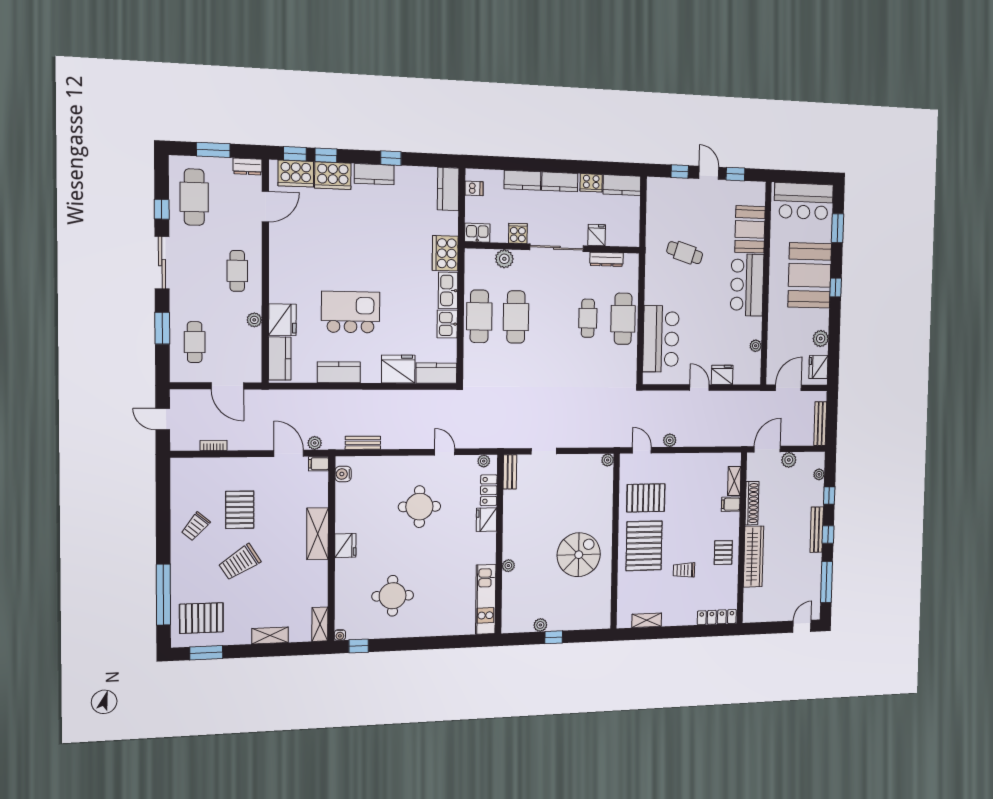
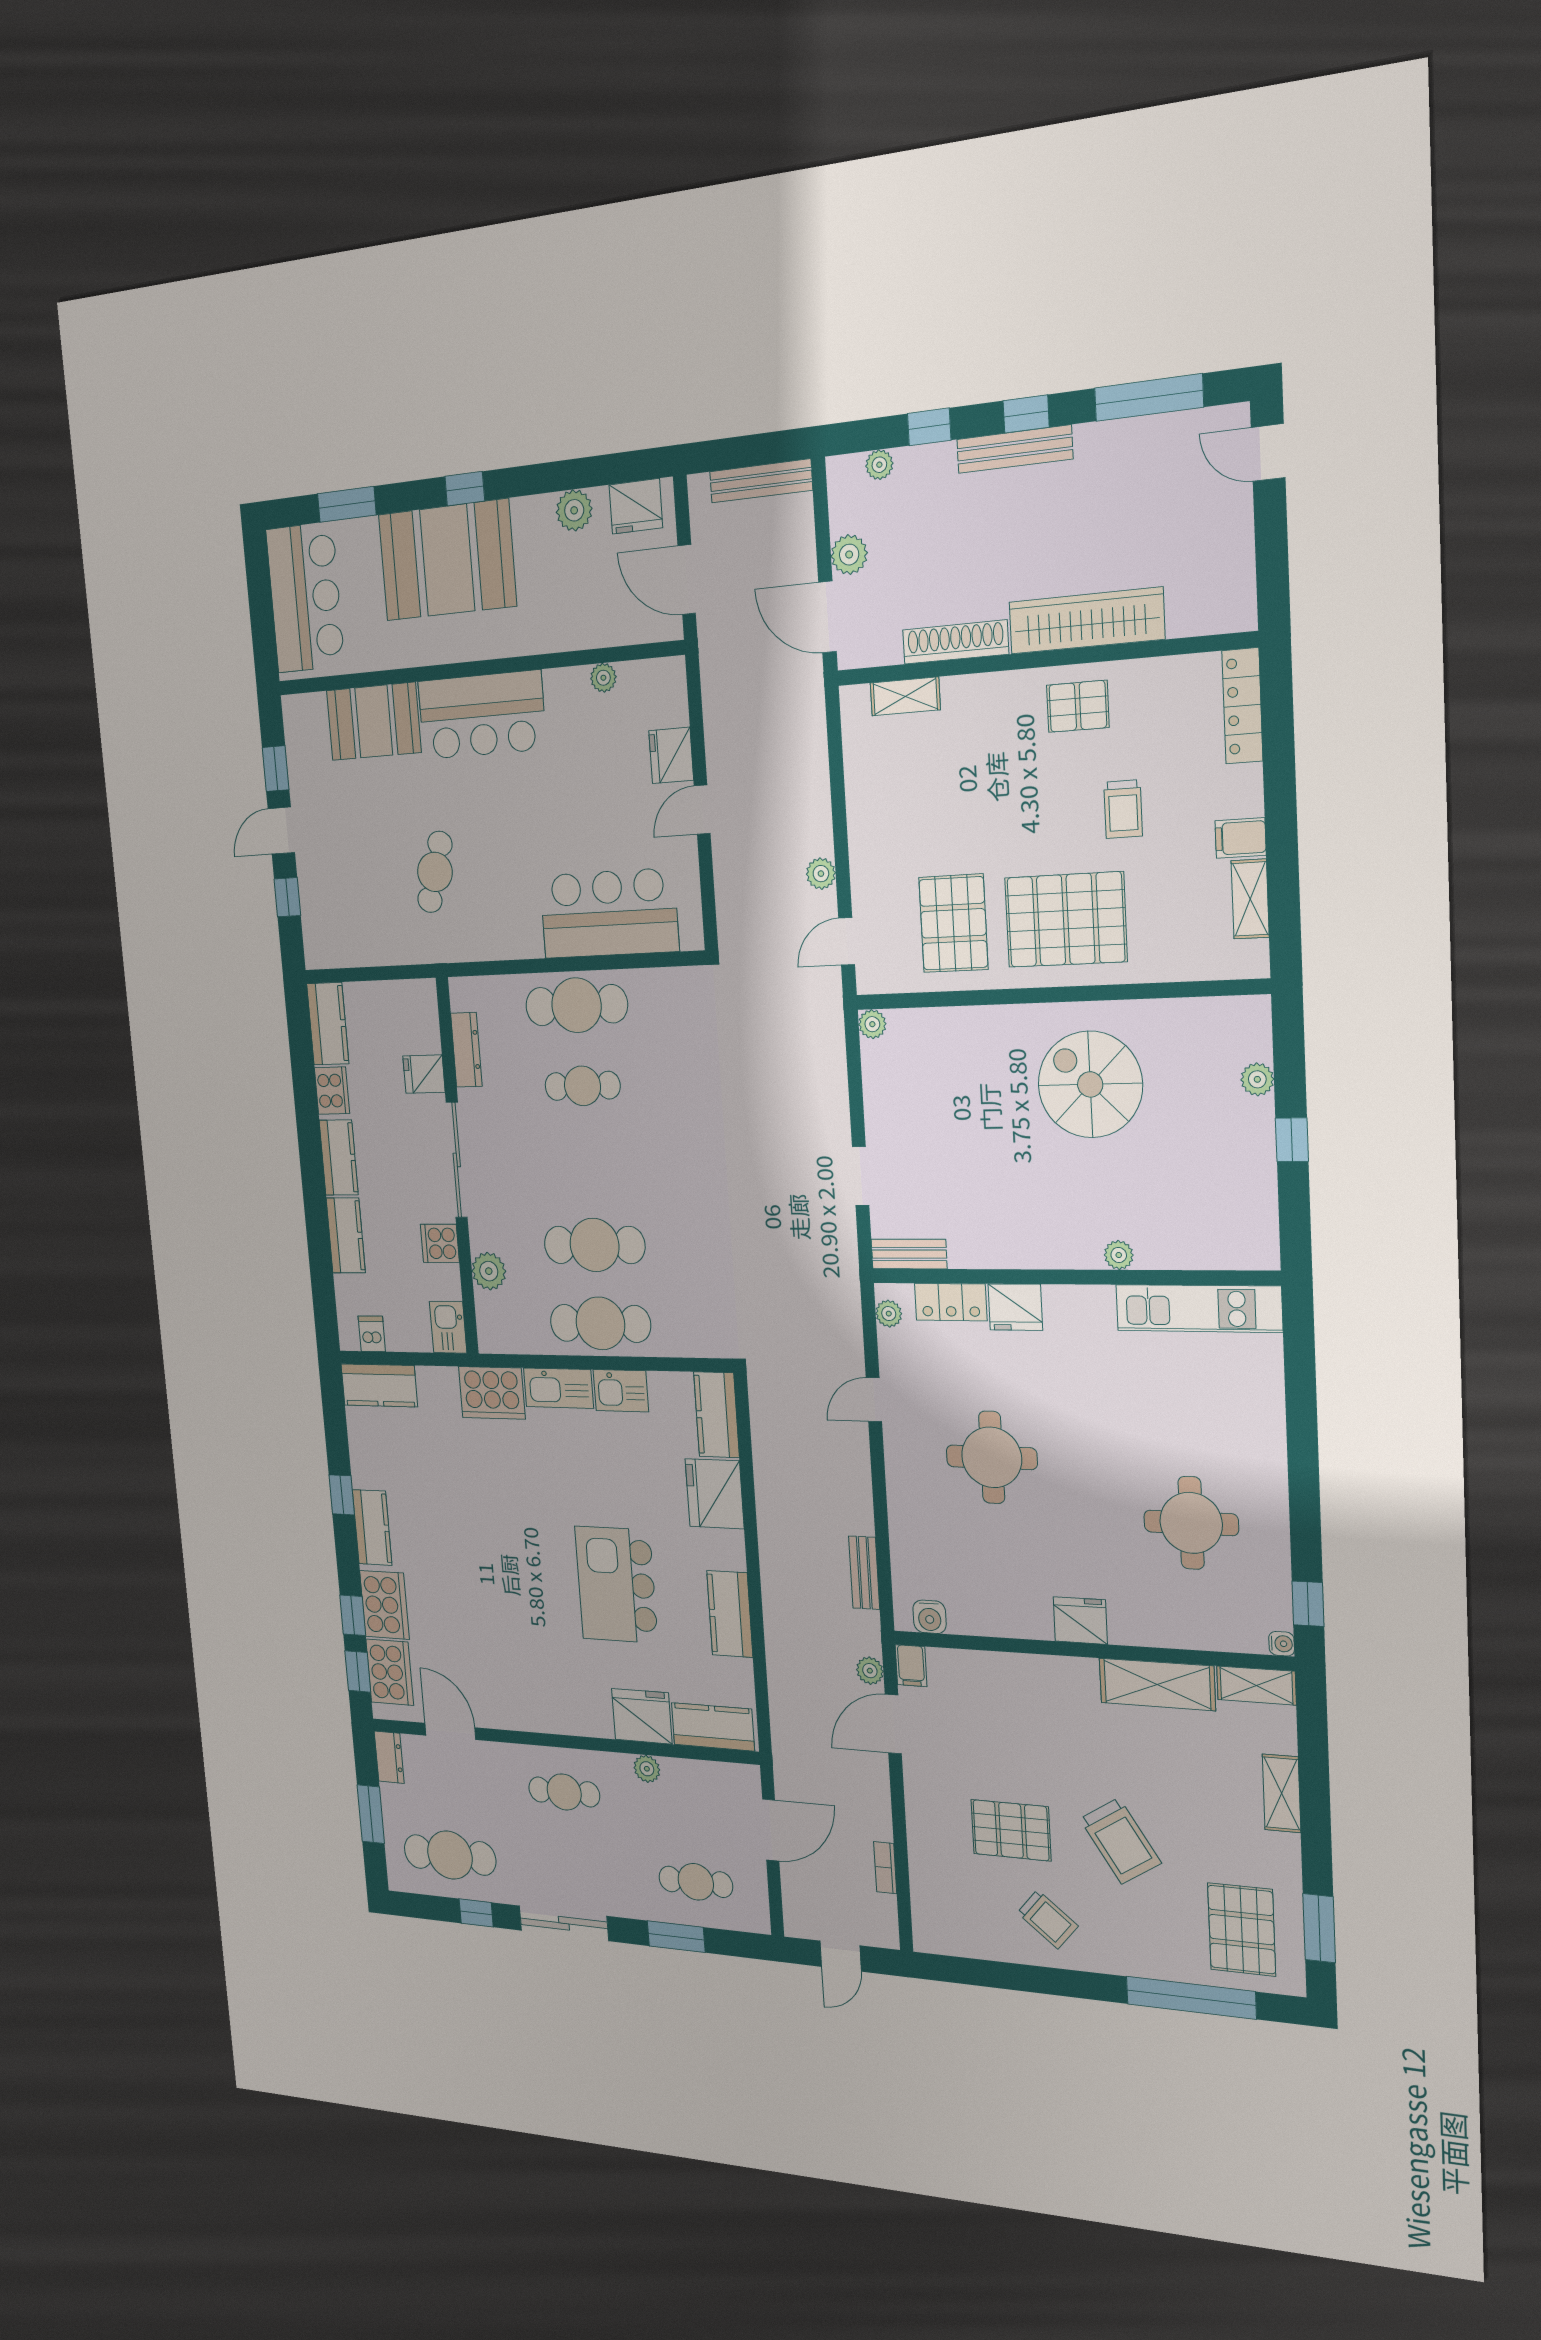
filing cabinet: (731, 504) -> (1241, 838), moved, turned 90
shelving: (318, 534) -> (1157, 1684), moved
plant: (540, 625) -> (1257, 1079), moved

